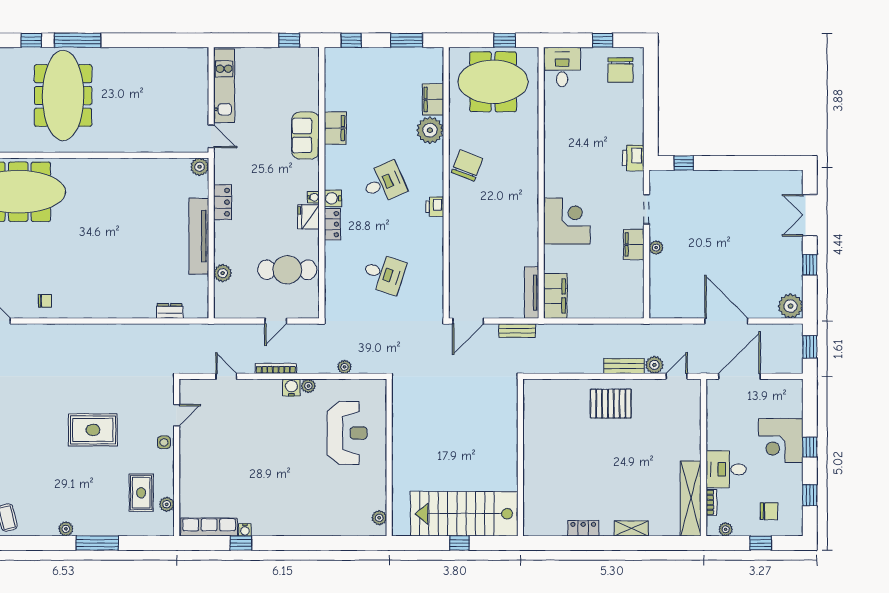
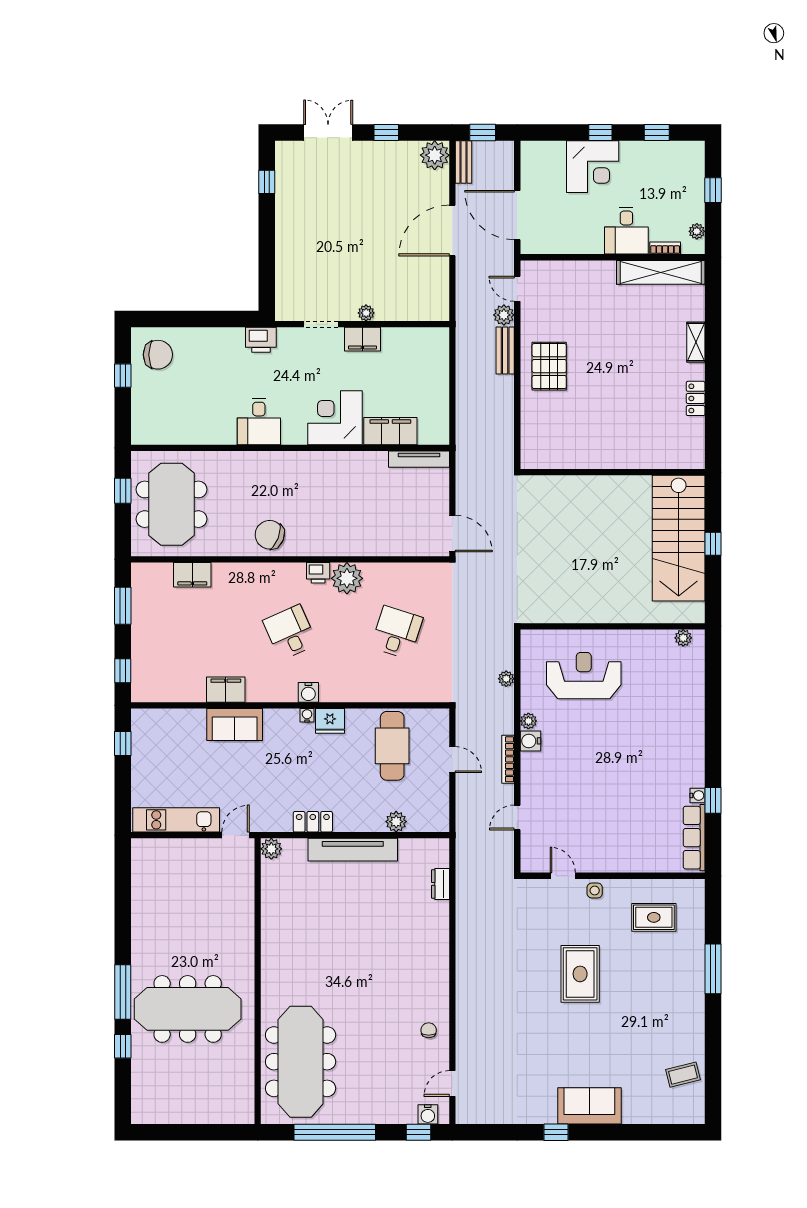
desk: (562, 67) -> (259, 422), moved, turned -90
plant: (430, 130) -> (347, 578), moved
window: (684, 163) -> (267, 182), moved
double door: (810, 215) -> (328, 133), swing flipped
locker: (332, 224) -> (339, 693), removed
filing cabinet: (555, 296) -> (390, 431), moved
bench: (517, 331) -> (464, 162), moved
plant: (167, 504) -> (667, 887), removed
chair: (769, 511) -> (676, 180), removed
plant: (66, 529) -> (696, 1006), removed

